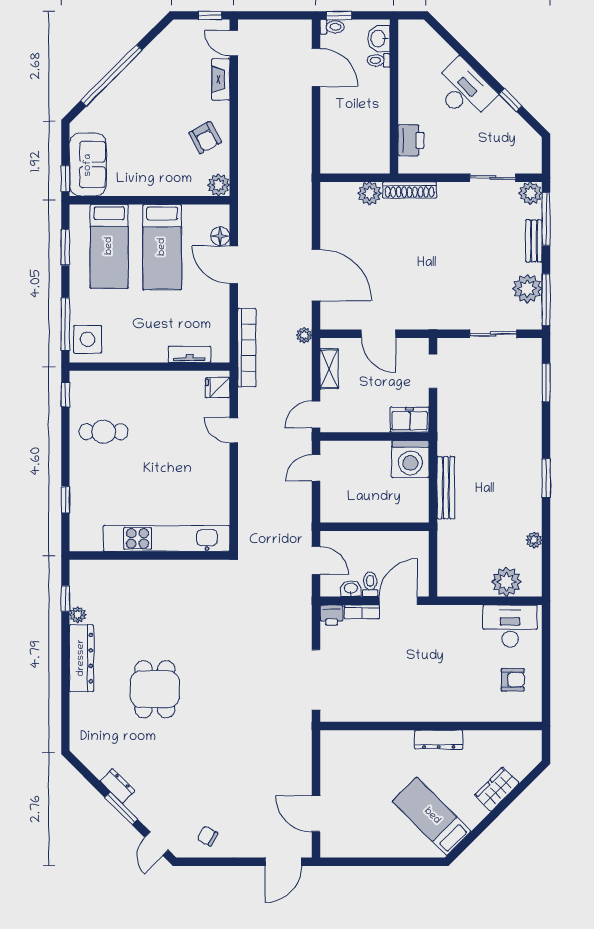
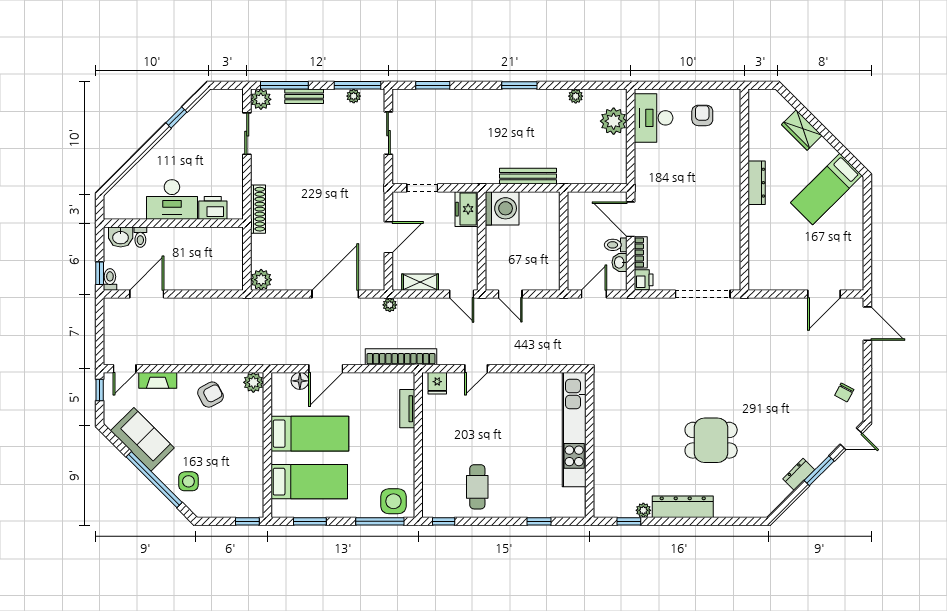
desk: (464, 90) -> (172, 199), moved, turned -135
side table: (110, 113) -> (188, 481), added
sofa: (88, 165) -> (142, 439), moved, turned 45
plant: (369, 193) -> (261, 280), moved
plant: (527, 289) -> (354, 96), width x0.53, depth x0.53

